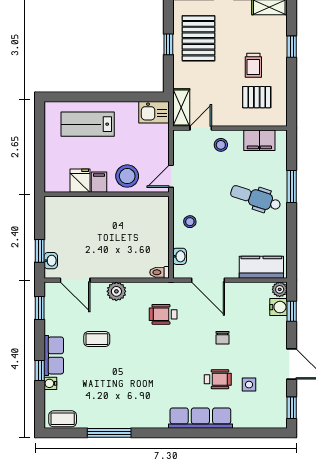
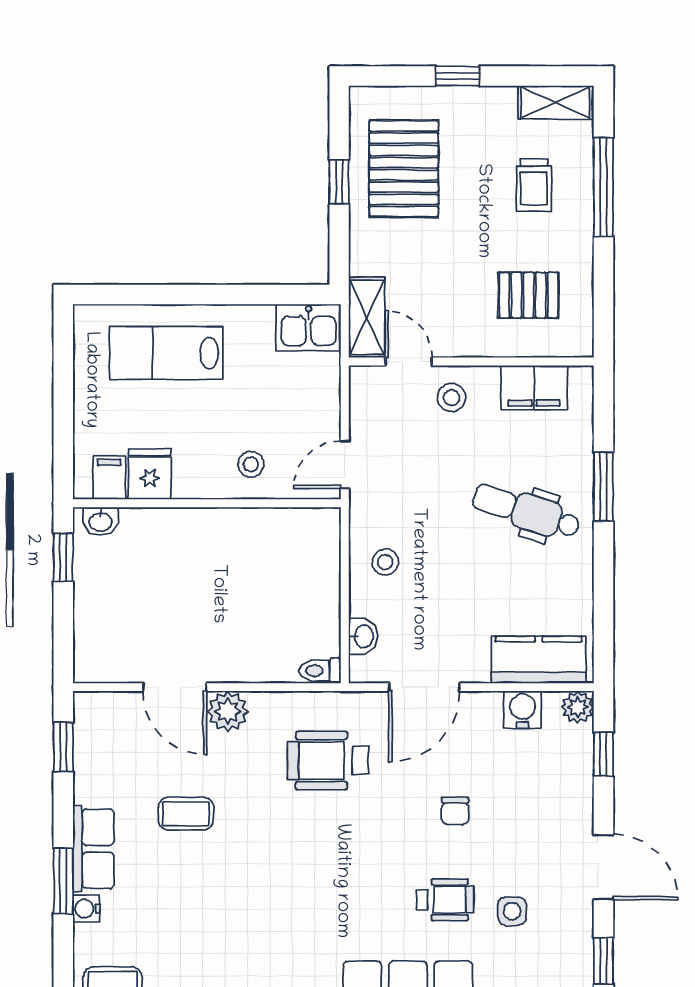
window: (292, 47) -> (603, 187), width x2.17
trolley: (253, 65) -> (534, 185), moved
door: (201, 128) -> (409, 361), hinge flipped
stool: (127, 176) -> (251, 464), width x0.53, depth x0.53
filing cabinet: (99, 182) -> (109, 478), moved
window: (40, 251) -> (63, 557), moved
washbasin: (51, 261) -> (101, 521), moved, turned 90
door: (75, 280) -> (175, 687), moved
door: (208, 280) -> (424, 687), hinge flipped
water cooler: (279, 307) -> (523, 710), moved, turned -90
wheelchair: (163, 314) -> (328, 761), width x1.36, depth x1.37
window: (40, 371) -> (63, 881), width x1.50

